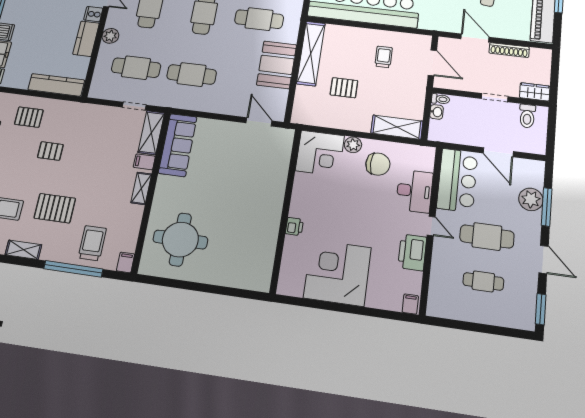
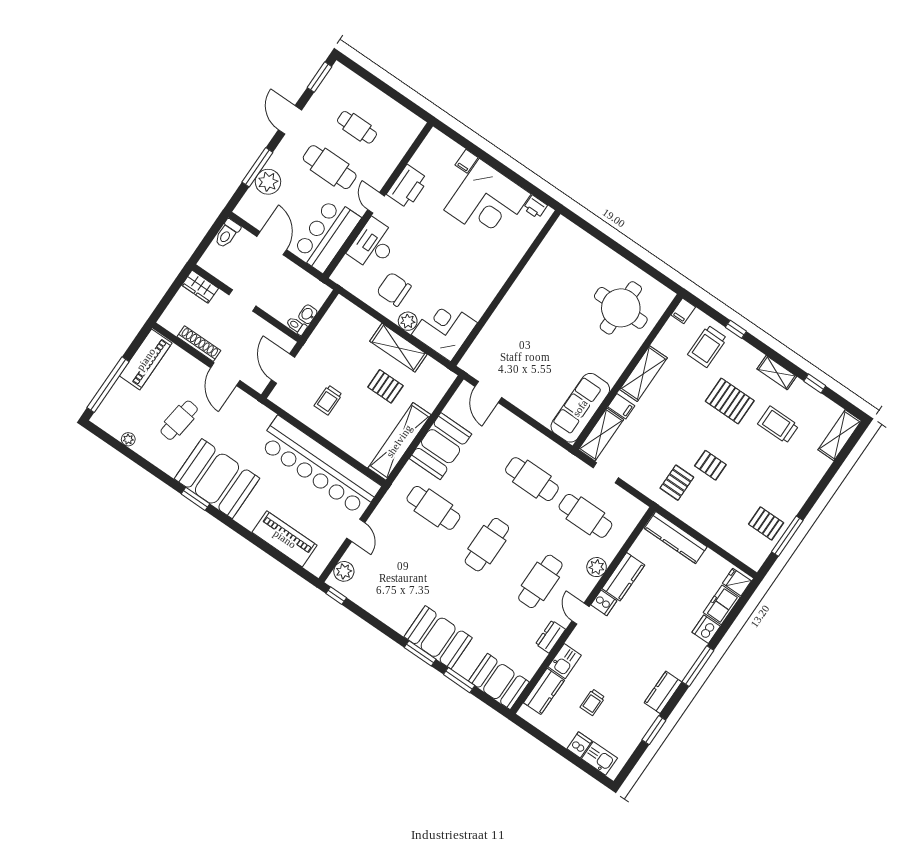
toilet: (527, 116) -> (227, 234), moved, turned 180
pallet: (29, 117) -> (677, 483), moved, turned 90
shelving: (397, 127) -> (398, 348), moved
shelving: (141, 188) -> (643, 374), width x1.50, depth x1.33
printer: (294, 226) -> (535, 207), moved, turned -90
window: (73, 269) -> (736, 329), width x0.32
filing cabinet: (410, 304) -> (467, 161), moved

